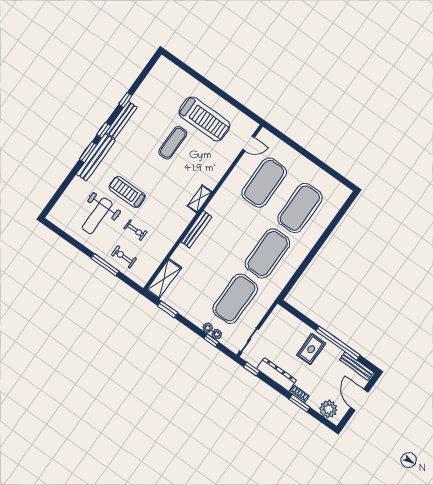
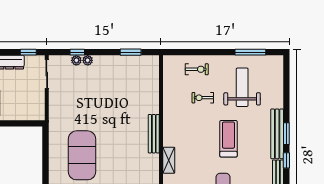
treadmill: (127, 192) -> (228, 139), moved, turned -90
window: (105, 265) -> (250, 52), moved
shelving: (164, 279) -> (151, 75), removed
exercise mat: (235, 299) -> (82, 100), removed

